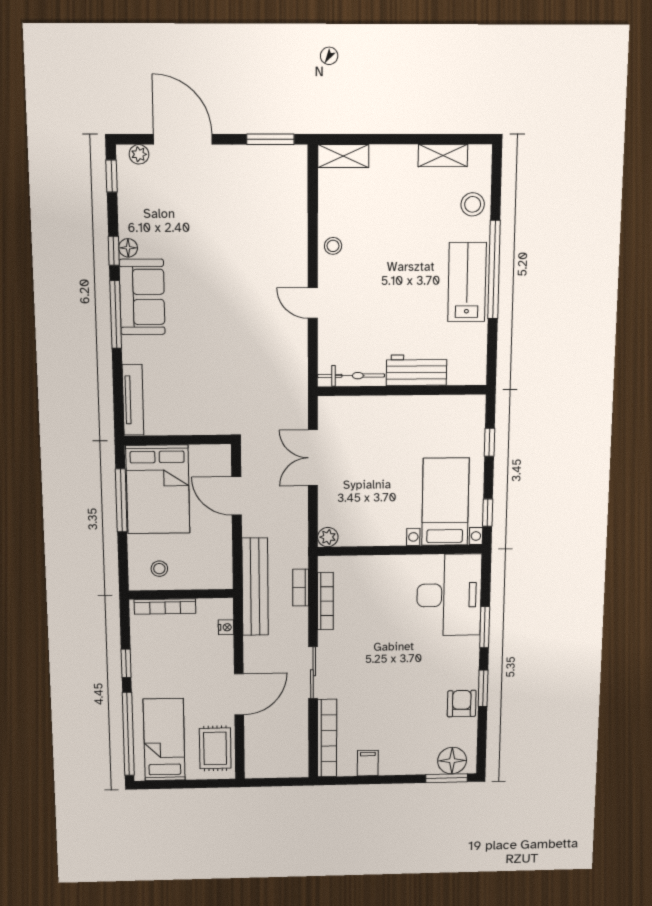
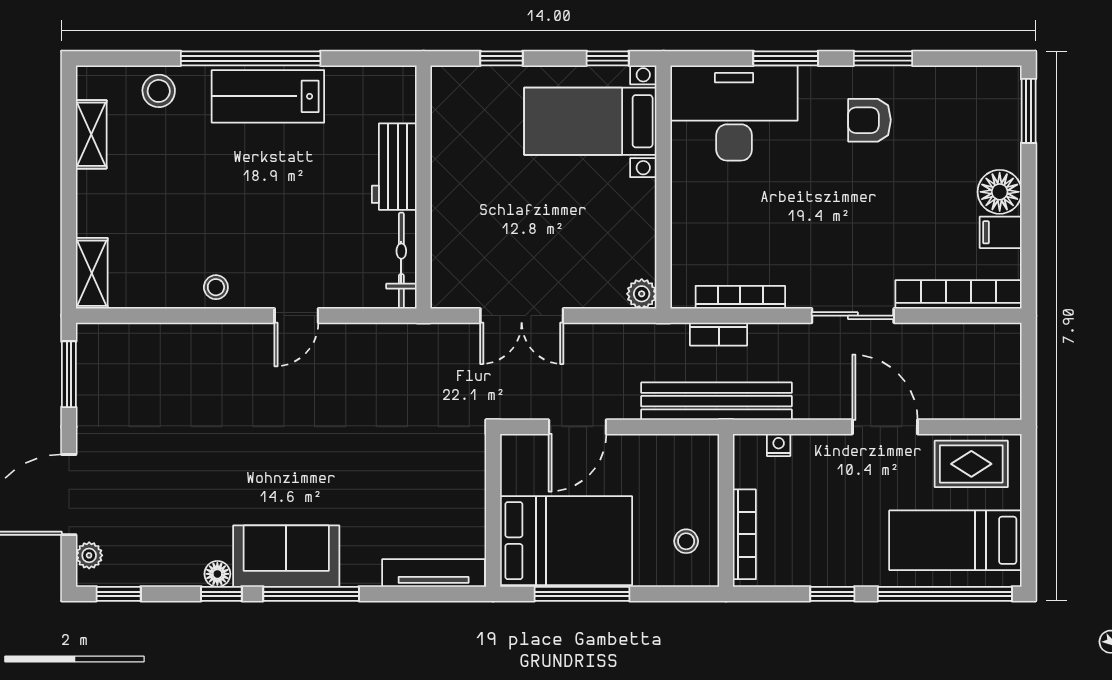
armchair: (462, 704) -> (869, 120), moved
floor lamp: (452, 761) -> (1000, 192), moved

